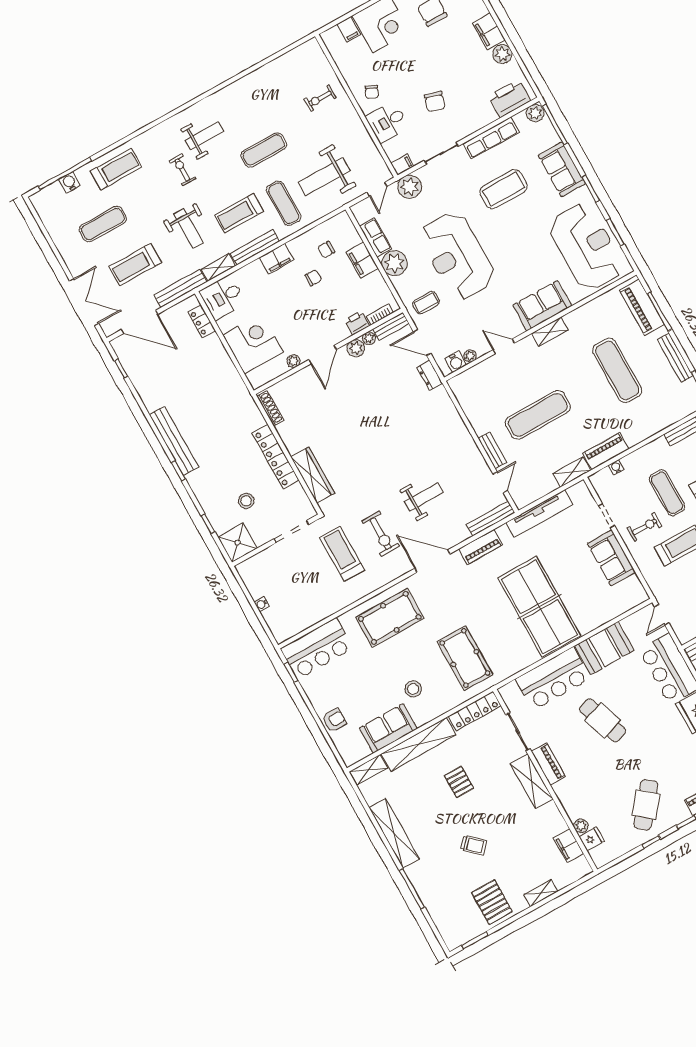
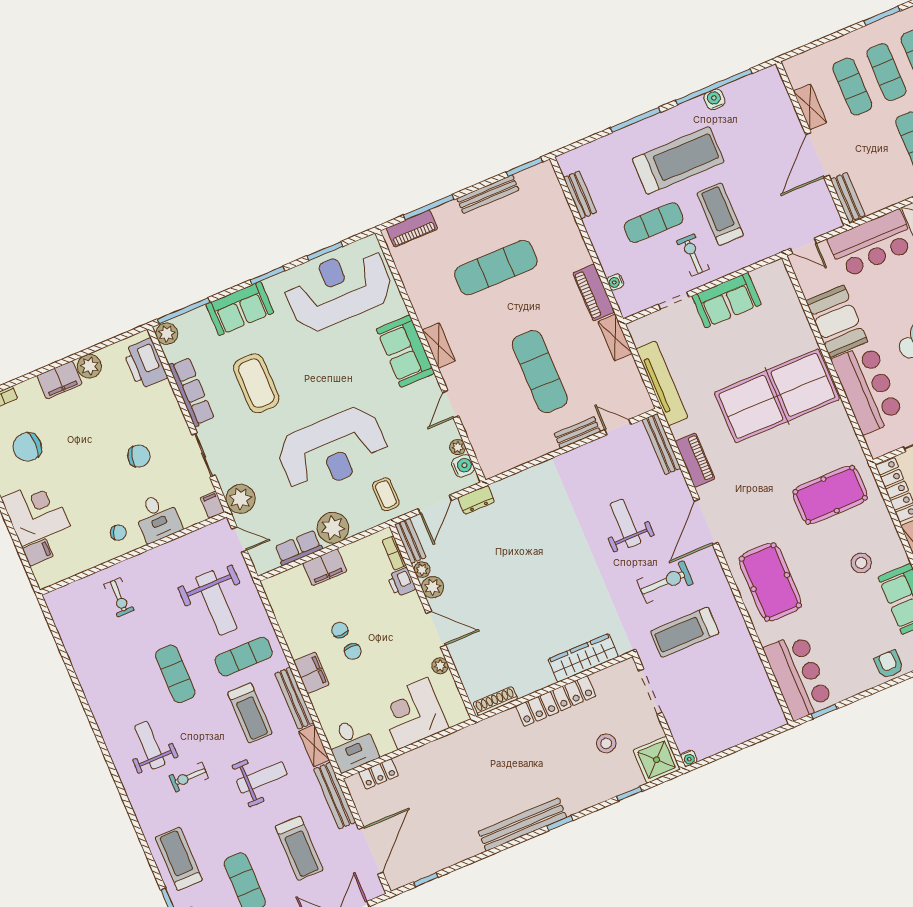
chair: (326, 250) -> (353, 651), moved
piano: (642, 307) -> (412, 229), width x0.73, depth x0.75
water cooler: (262, 604) -> (689, 758), moved

